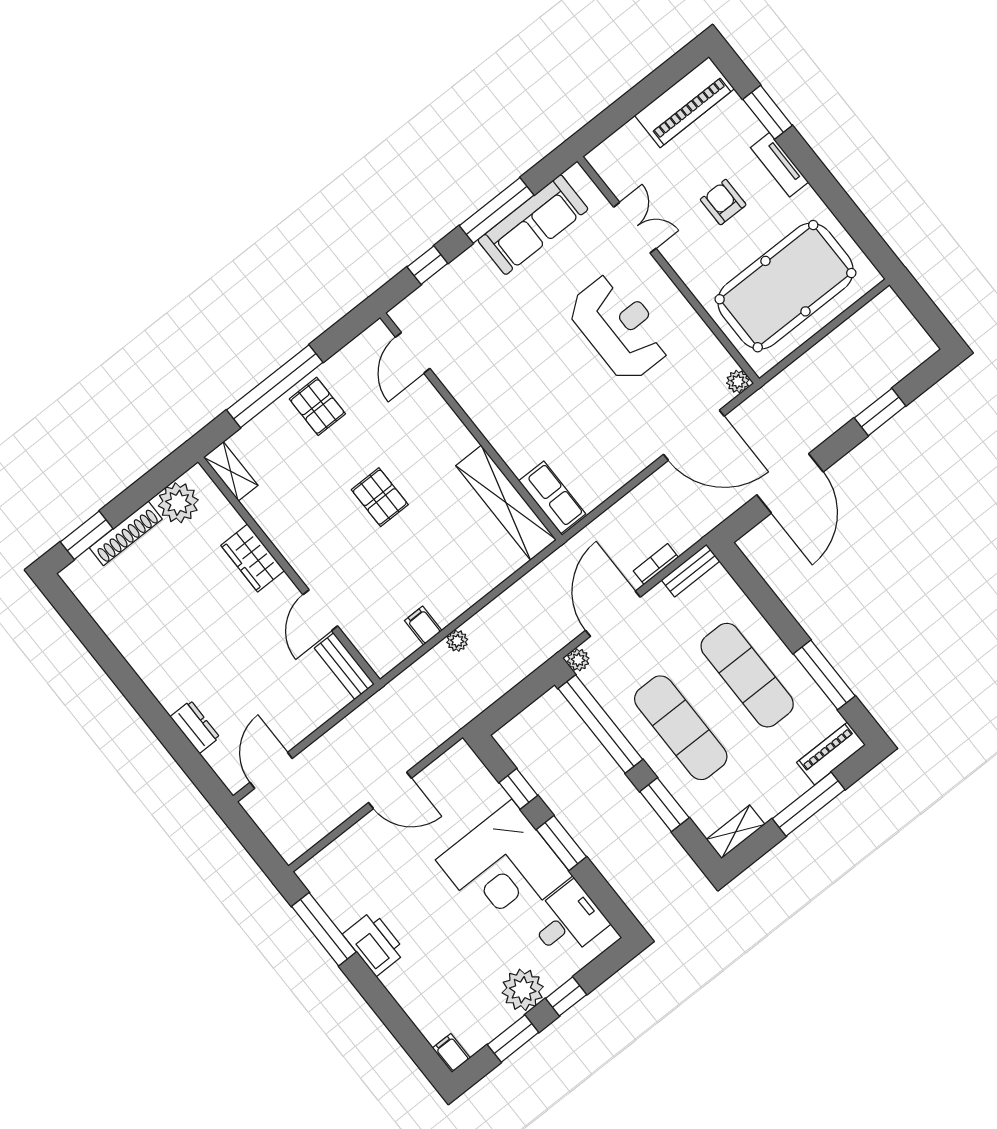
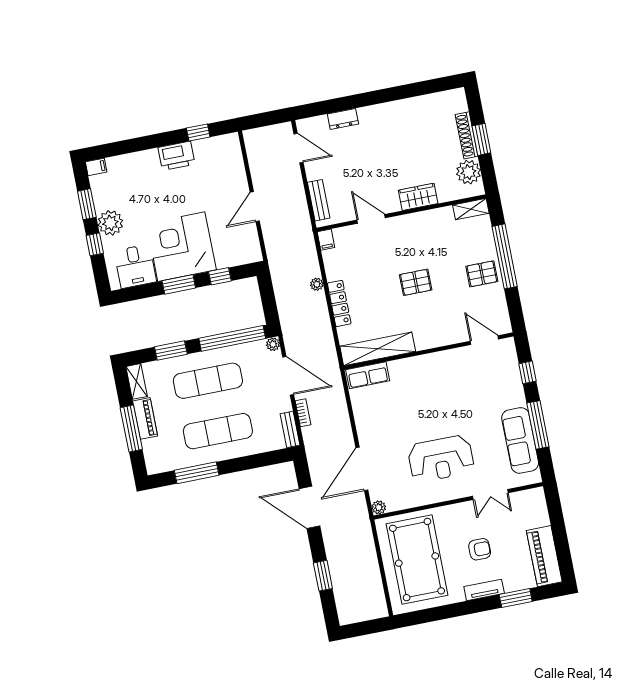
window: (87, 535) -> (481, 139), moved
locker: (468, 593) -> (339, 303), added
filing cabinet: (423, 626) -> (326, 240), moved, turned 90
bench: (344, 666) -> (319, 200), moved, turned 90
piano: (831, 754) -> (145, 418), moved
window: (324, 929) -> (198, 132), width x0.46

